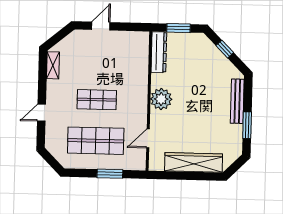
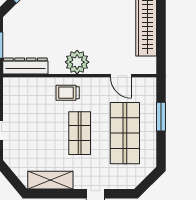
shelving: (53, 65) -> (50, 180), width x1.50, depth x1.33
trolley: (134, 90) -> (68, 93), added

